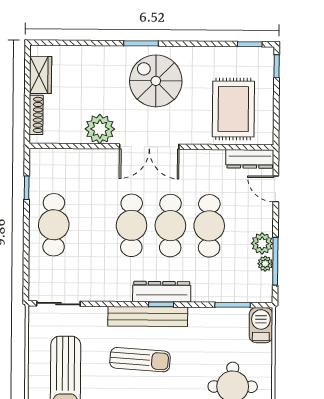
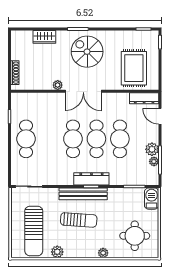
wardrobe: (41, 75) -> (44, 37), moved, turned 90
plant: (100, 129) -> (58, 85), width x0.53, depth x0.53

